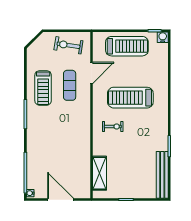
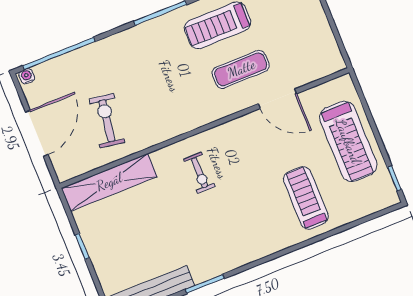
water cooler: (163, 37) -> (389, 197), removed
exercise bike: (68, 45) -> (107, 121), moved
treadmill: (130, 98) -> (306, 198), moved, width x0.73, depth x0.73
shelving: (100, 173) -> (109, 182), width x1.47

